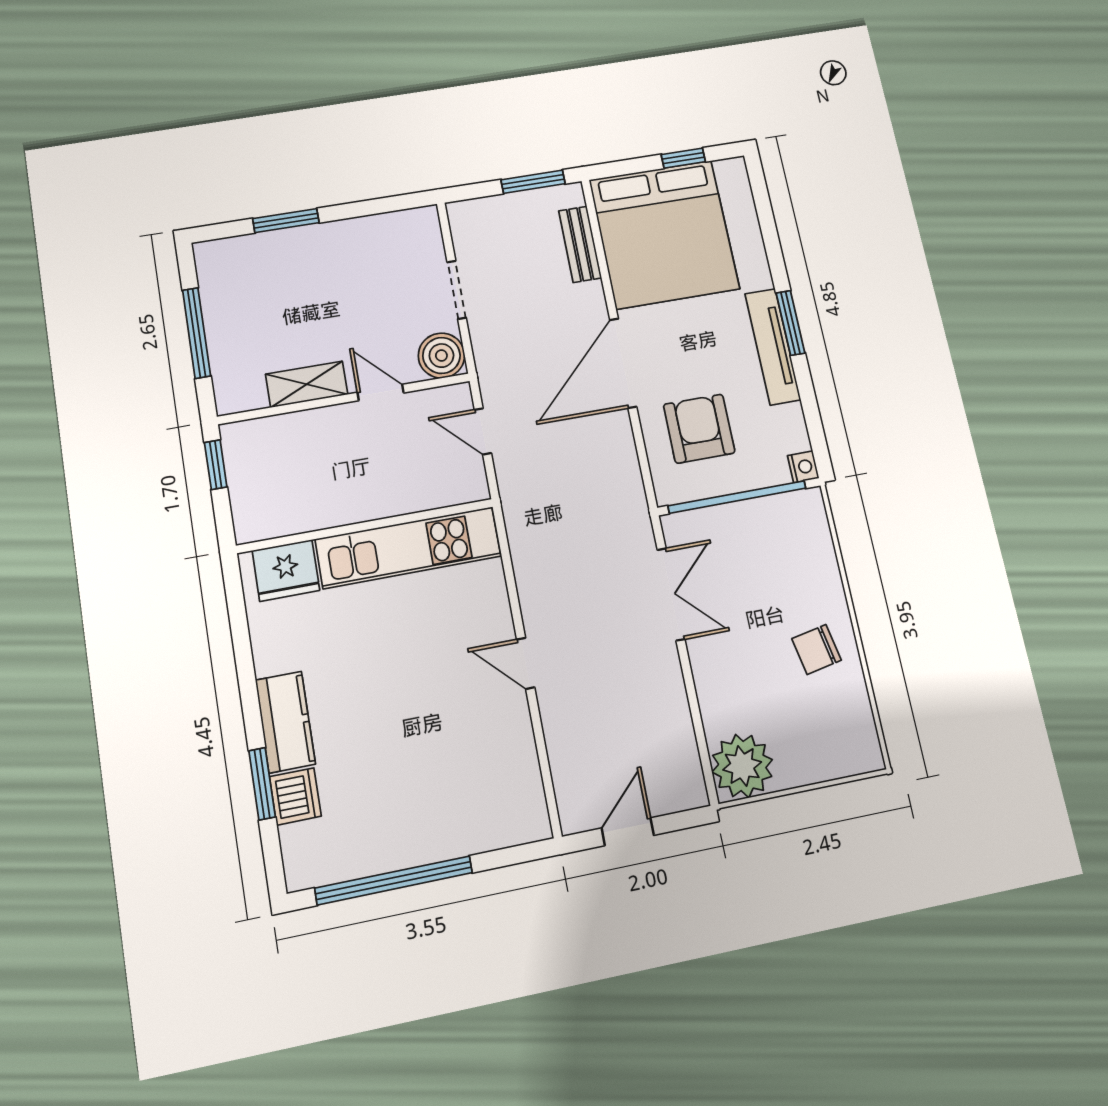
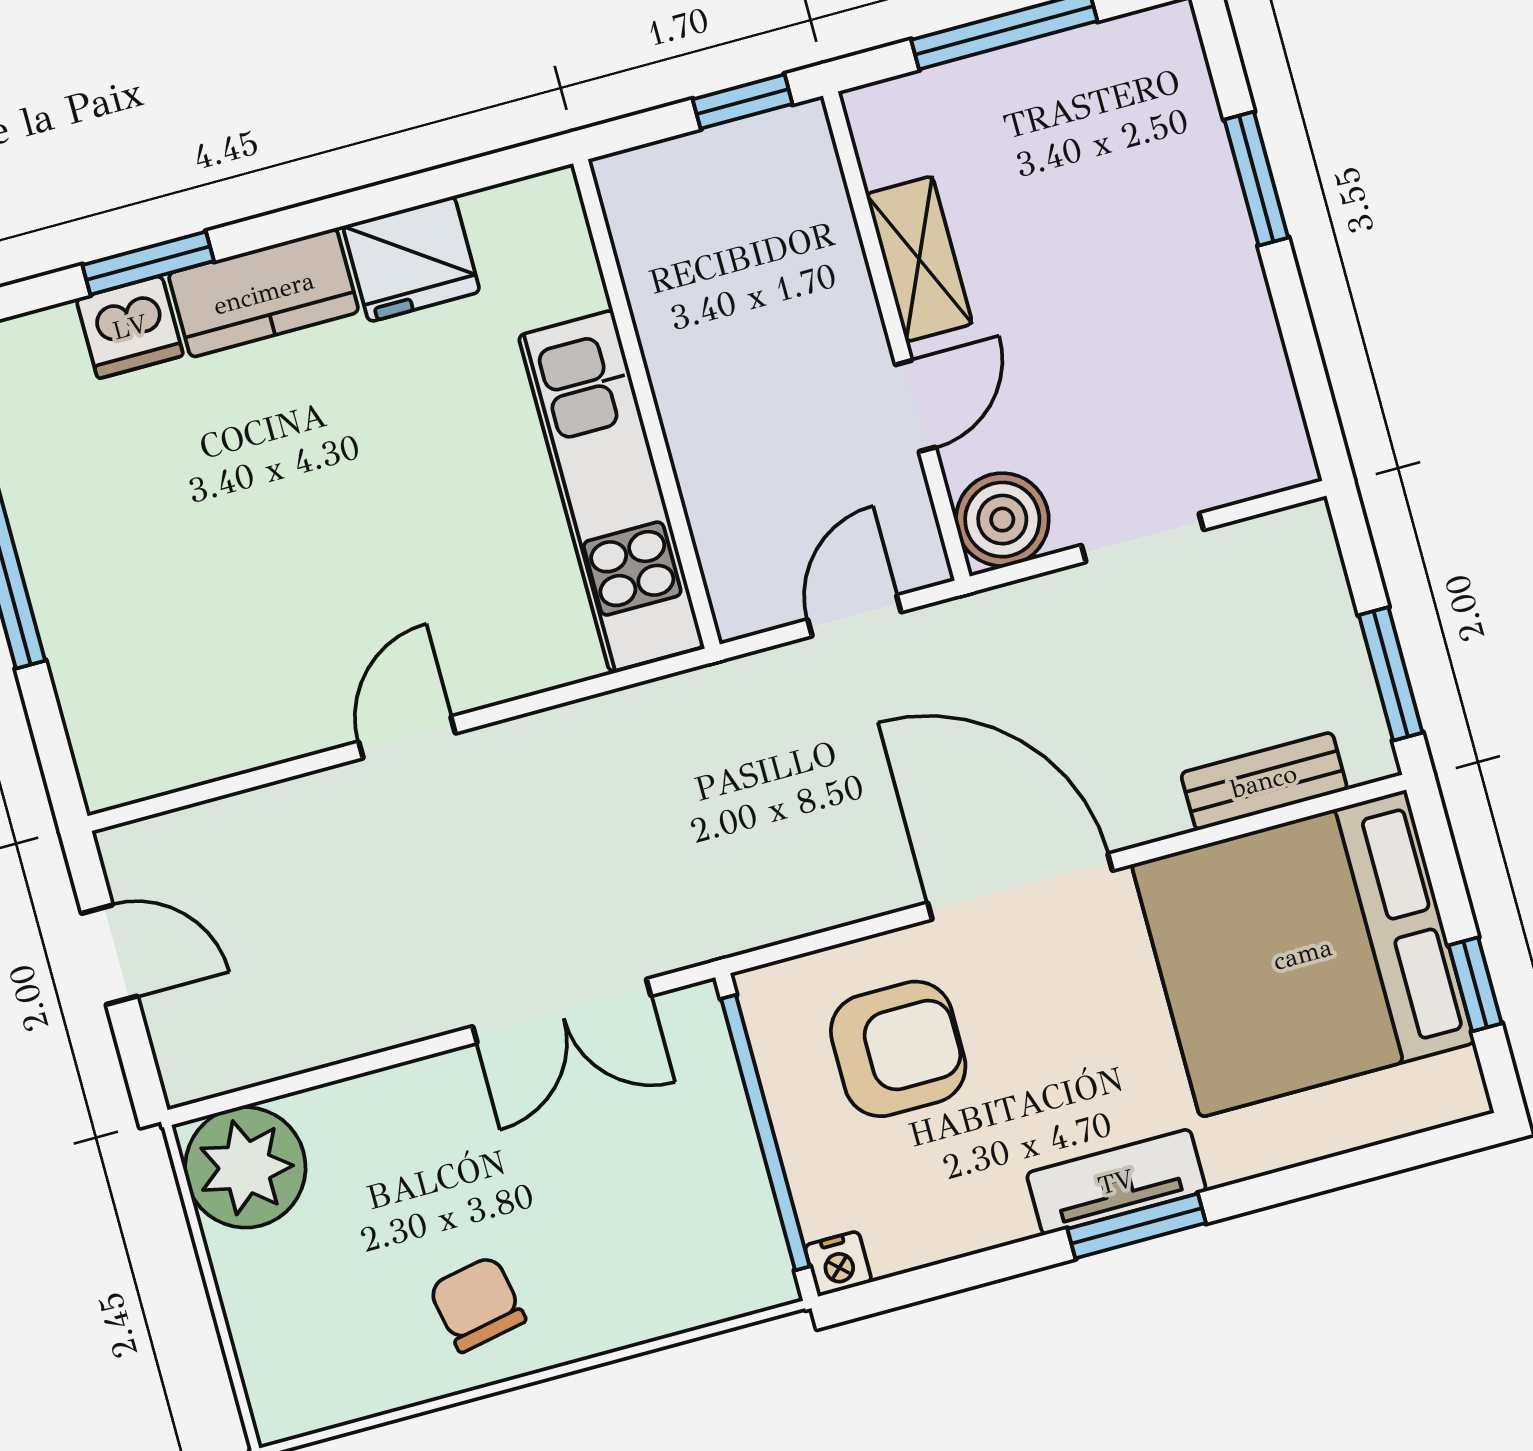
tv unit: (773, 347) -> (1116, 1182), width x0.71
fridge: (286, 570) -> (411, 259), moved, turned -90

